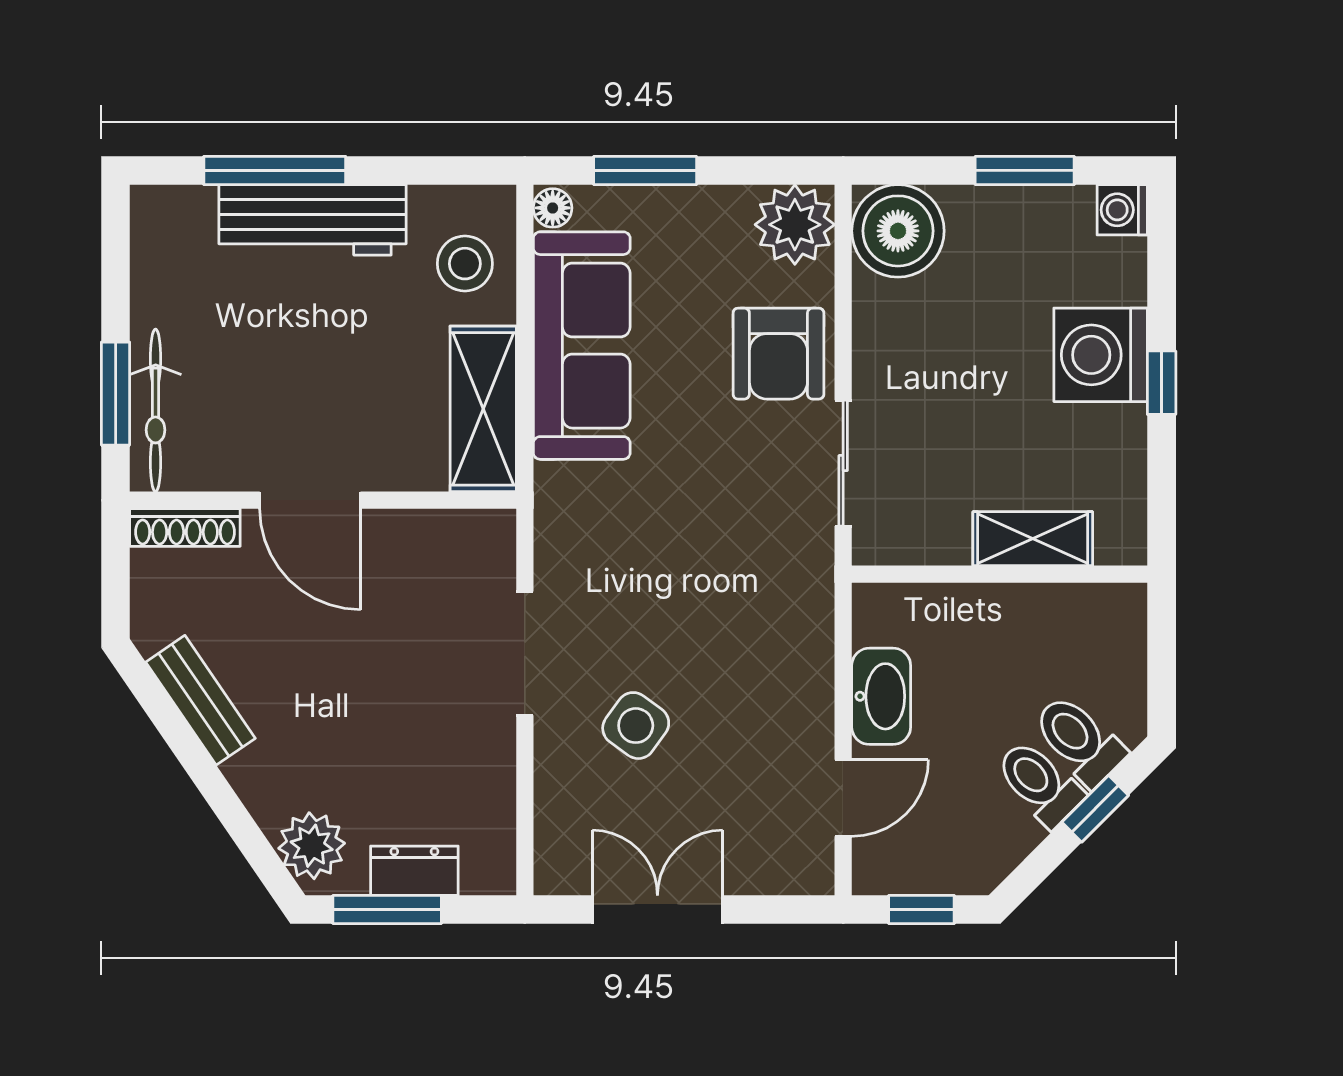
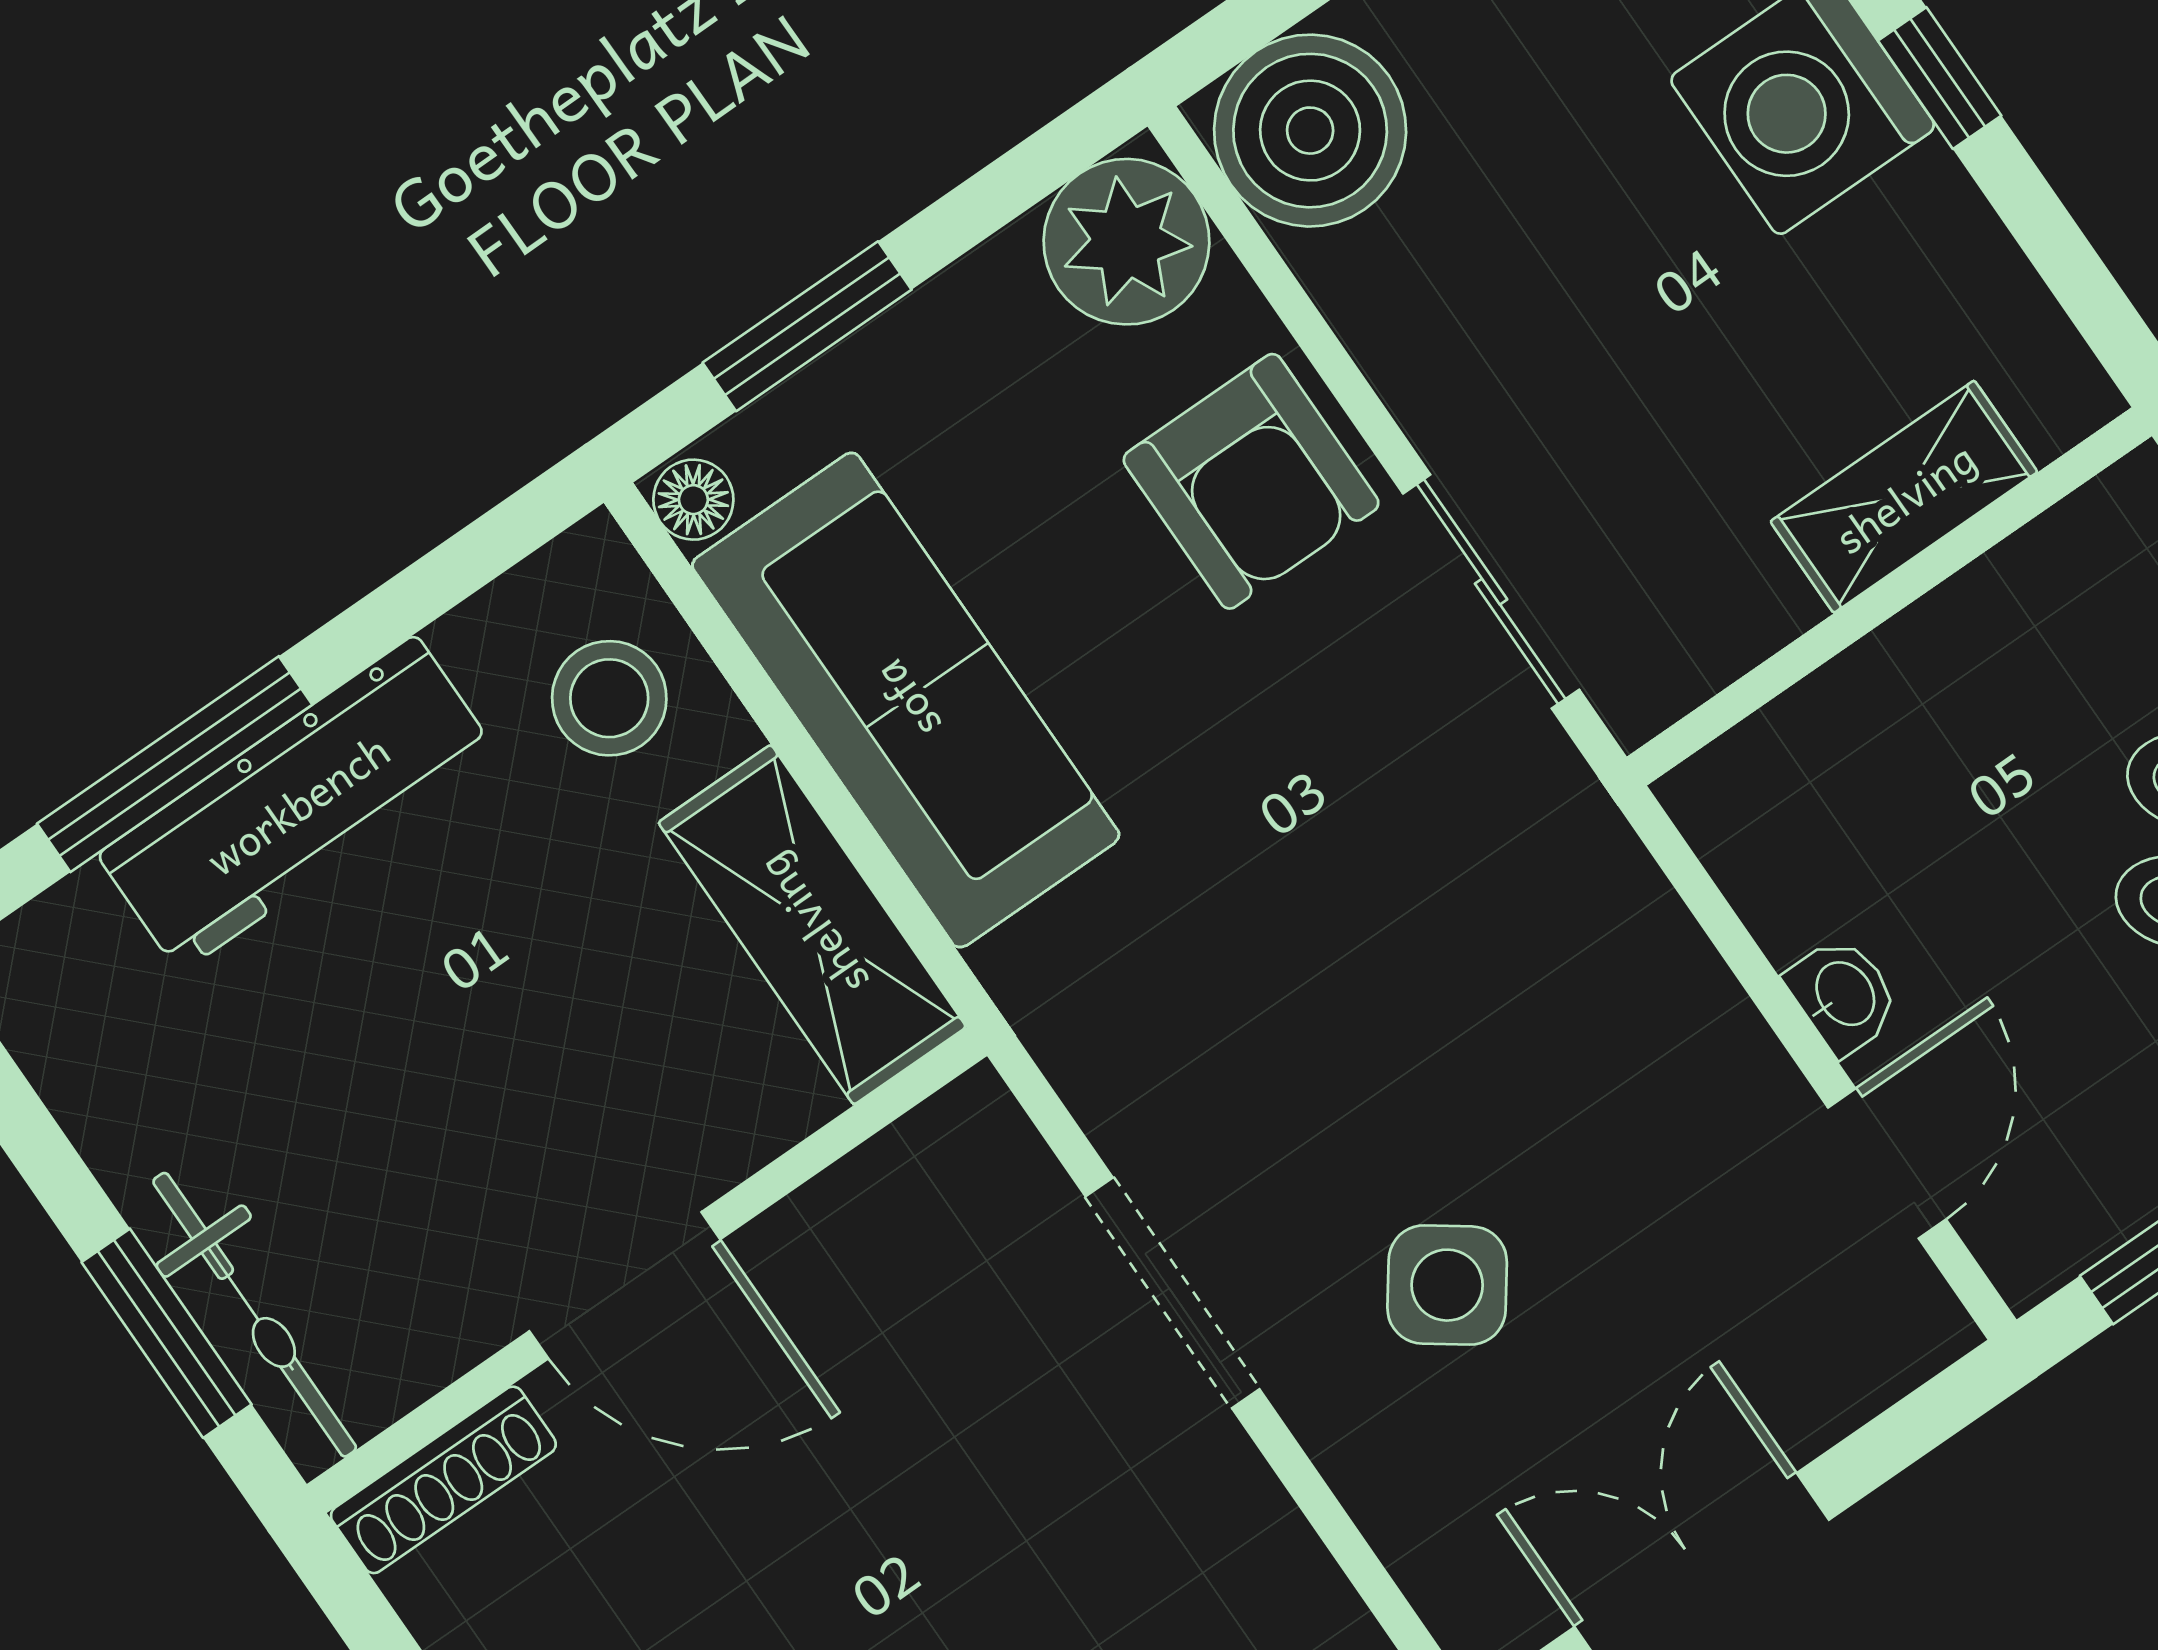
washbasin: (881, 696) -> (1843, 995), width x0.52, depth x0.69

